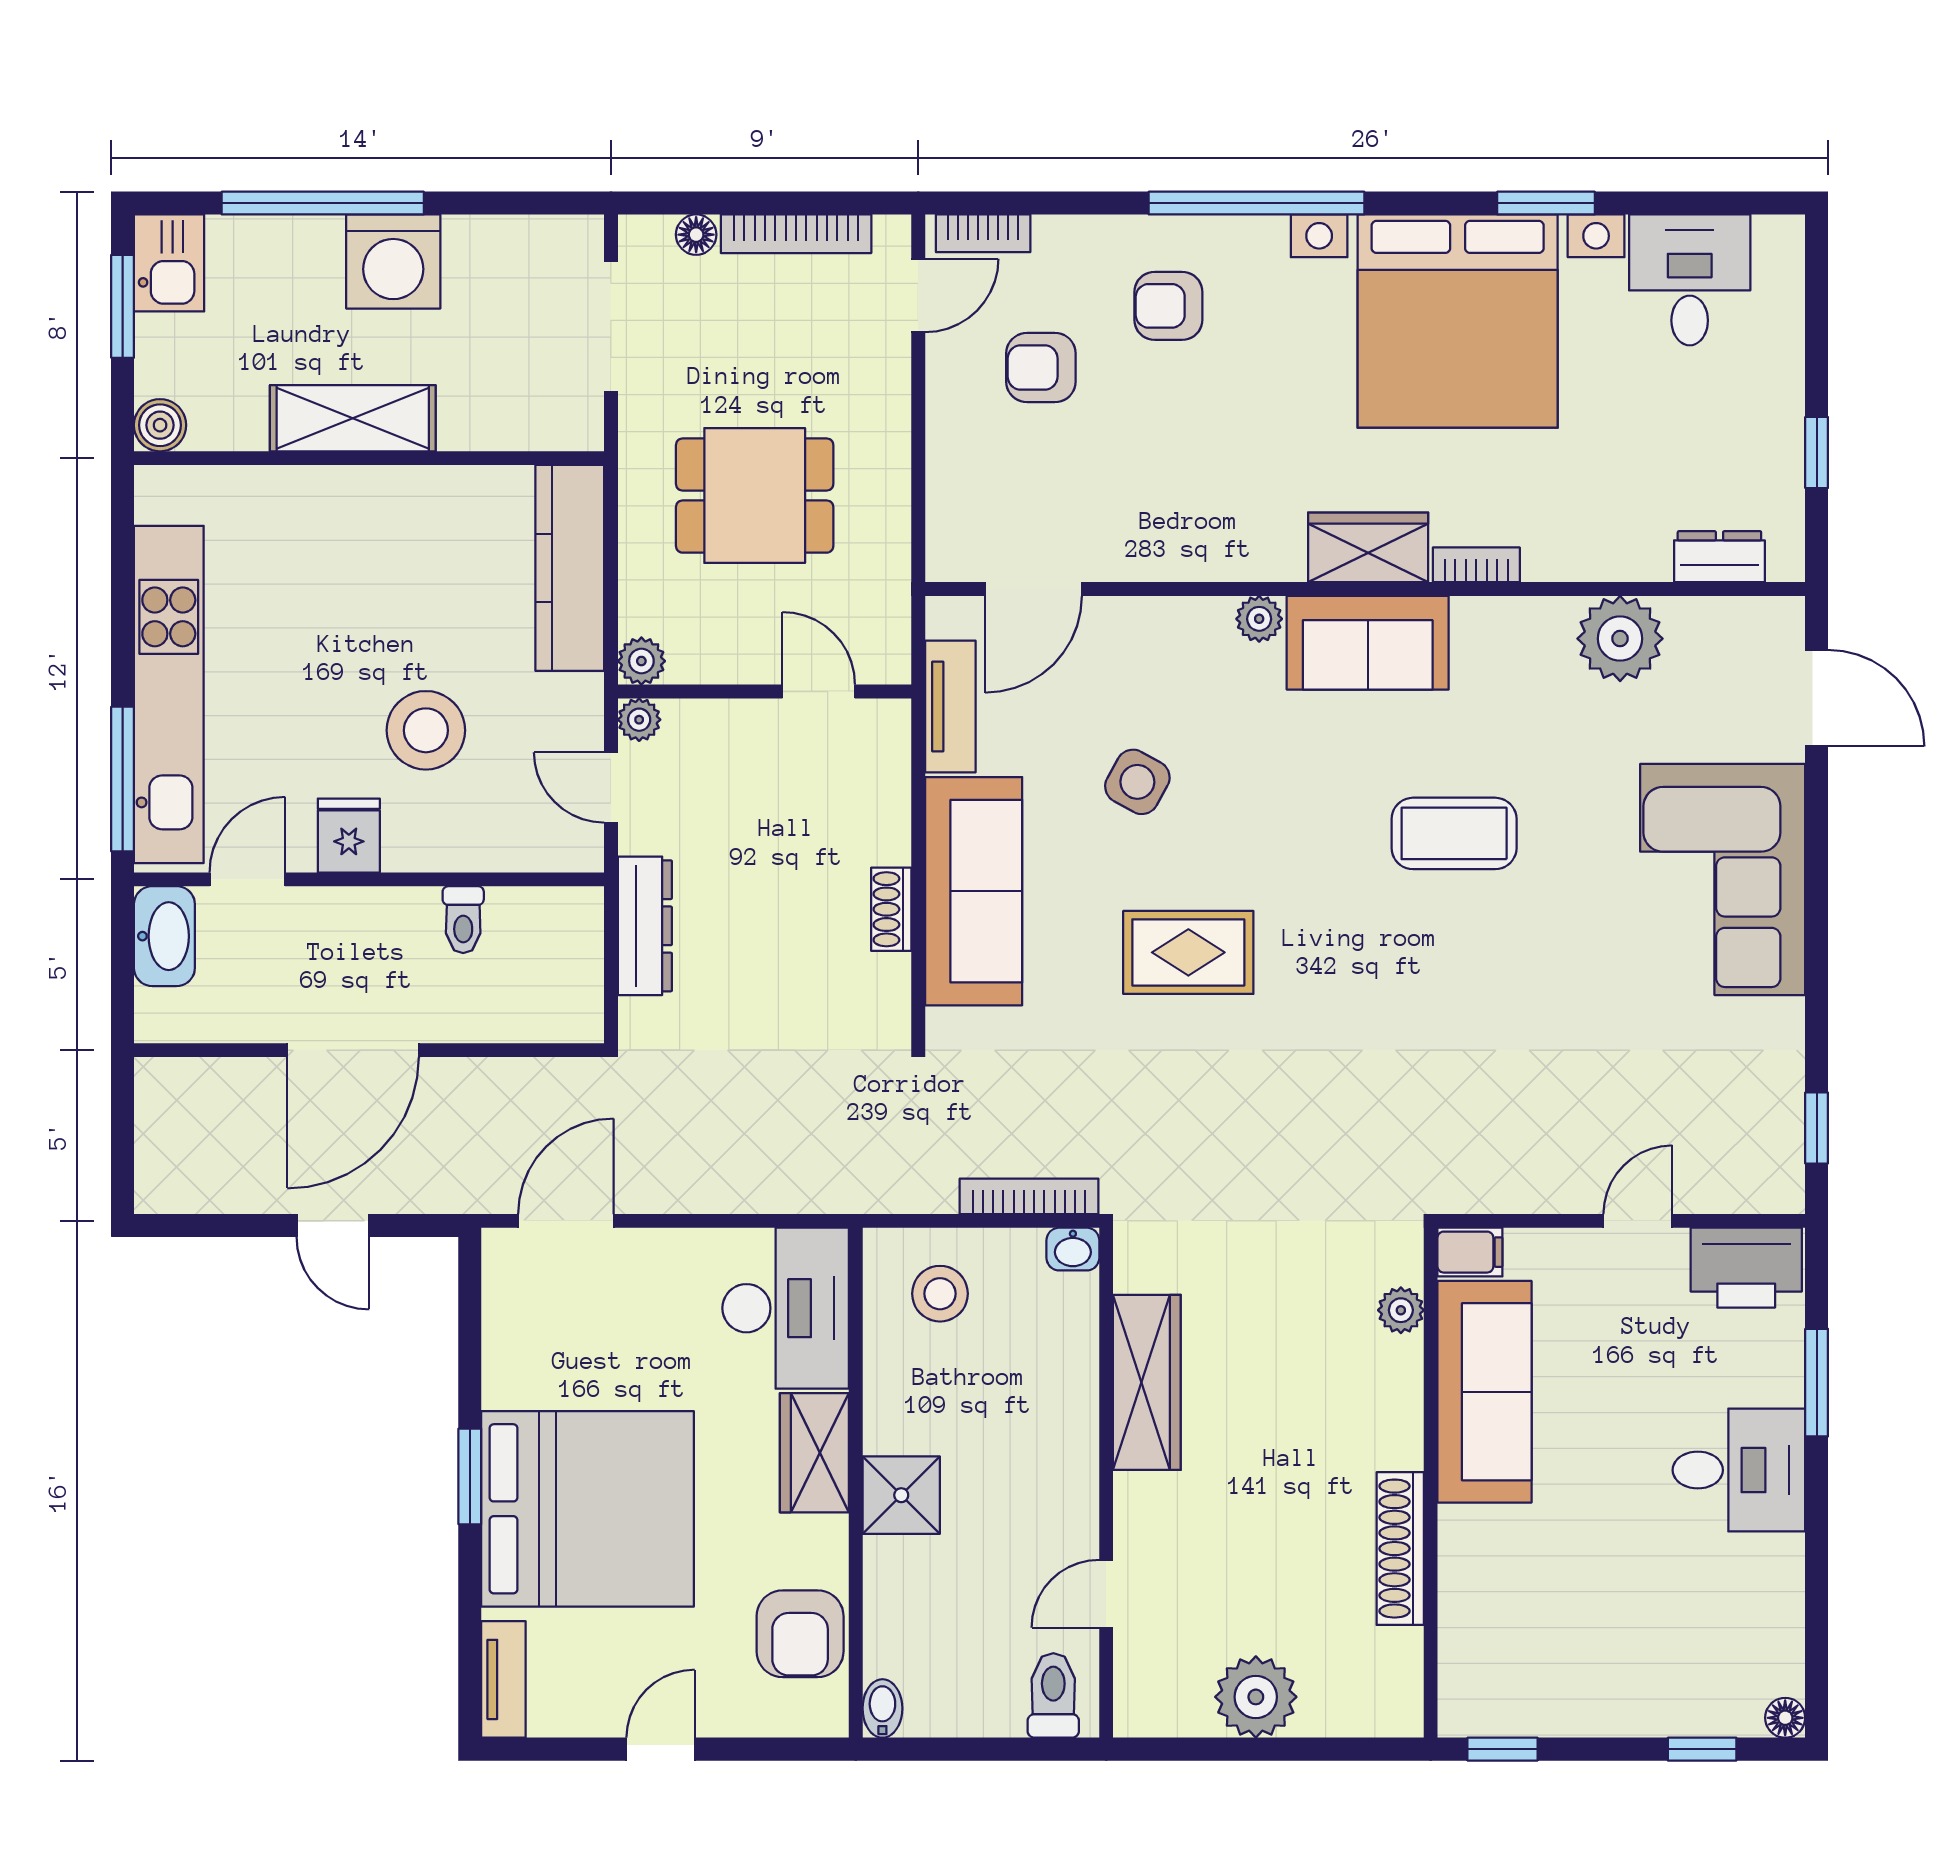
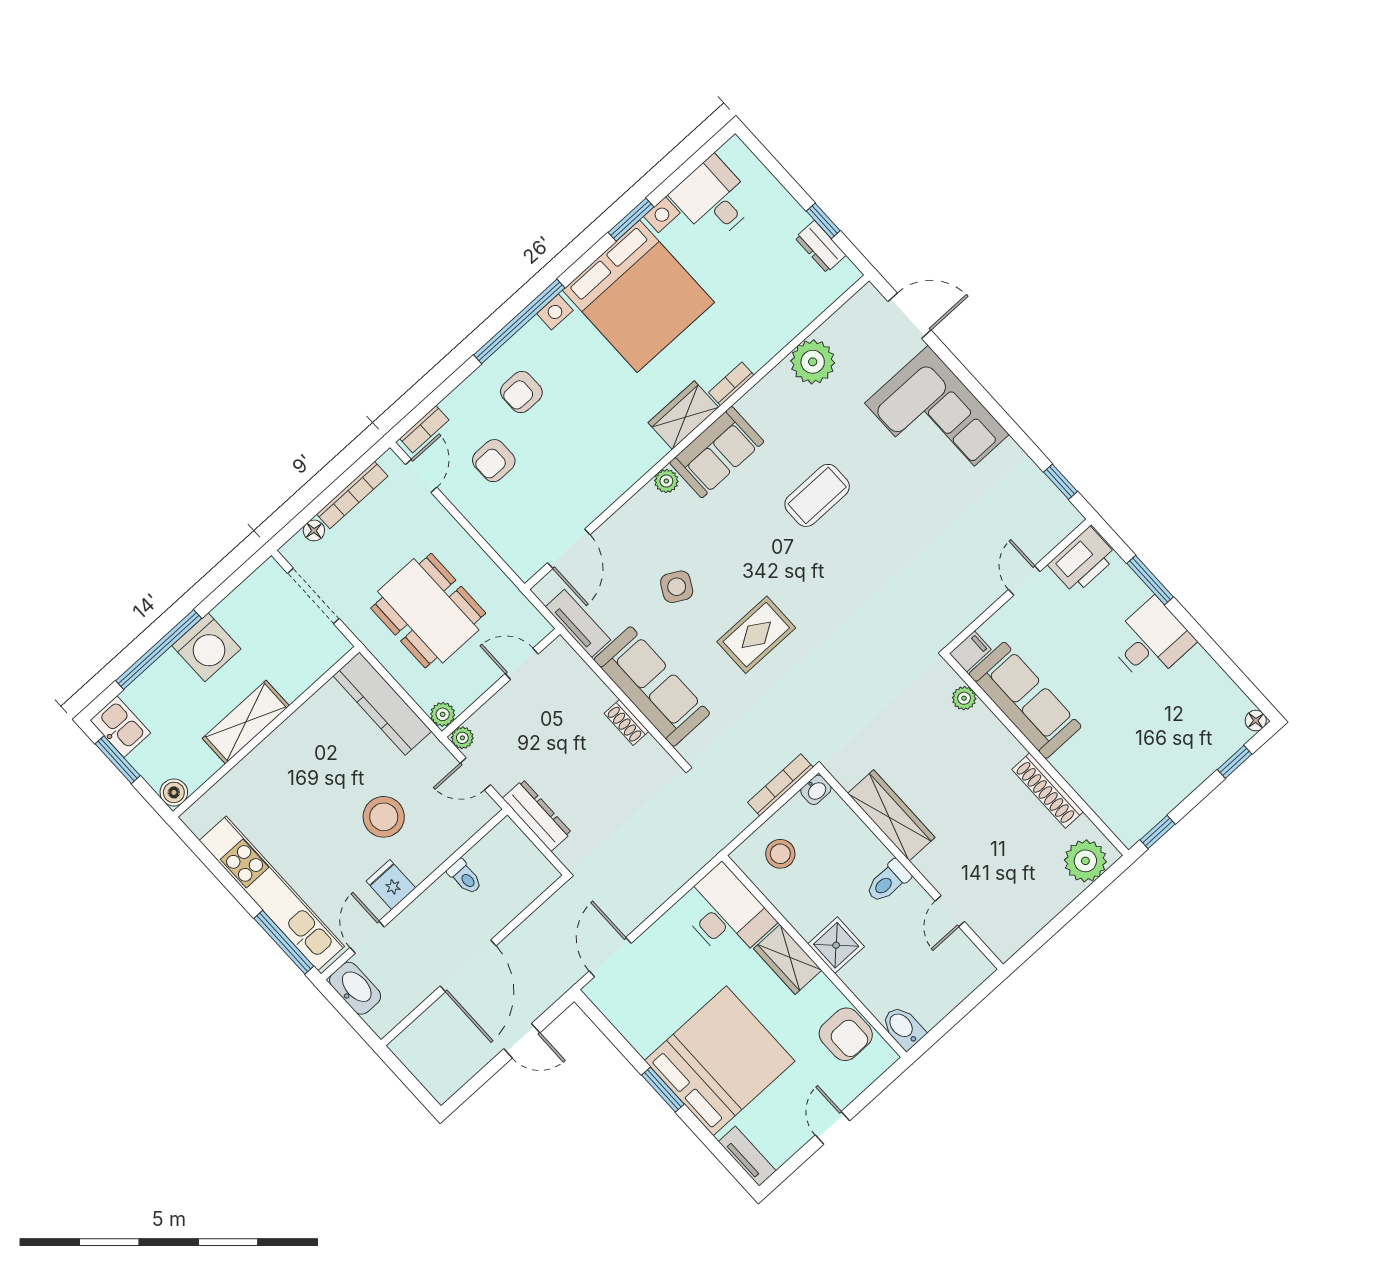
dining table: (755, 496) -> (428, 611), width x1.37
dresser: (1719, 557) -> (820, 247), moved, turned -90
toilet: (1053, 1695) -> (888, 881), moved, turned -90
plant: (1256, 1697) -> (1085, 861), moved
bidet: (882, 1708) -> (903, 1027), width x1.38, depth x1.36

